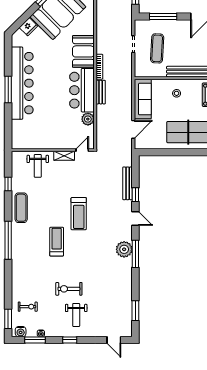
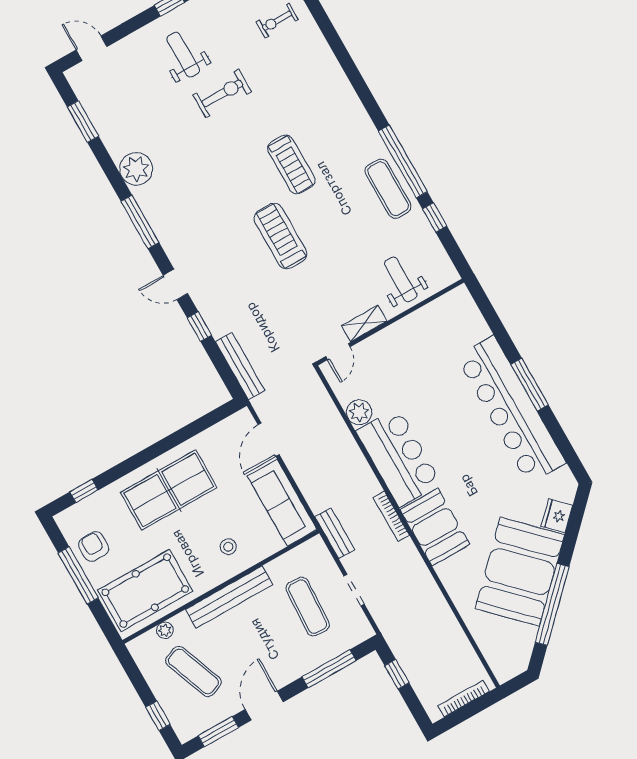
bench: (101, 92) -> (335, 533), moved
bench: (128, 183) -> (240, 366), moved
window: (8, 240) -> (403, 161), moved
plant: (124, 249) -> (136, 169), moved

